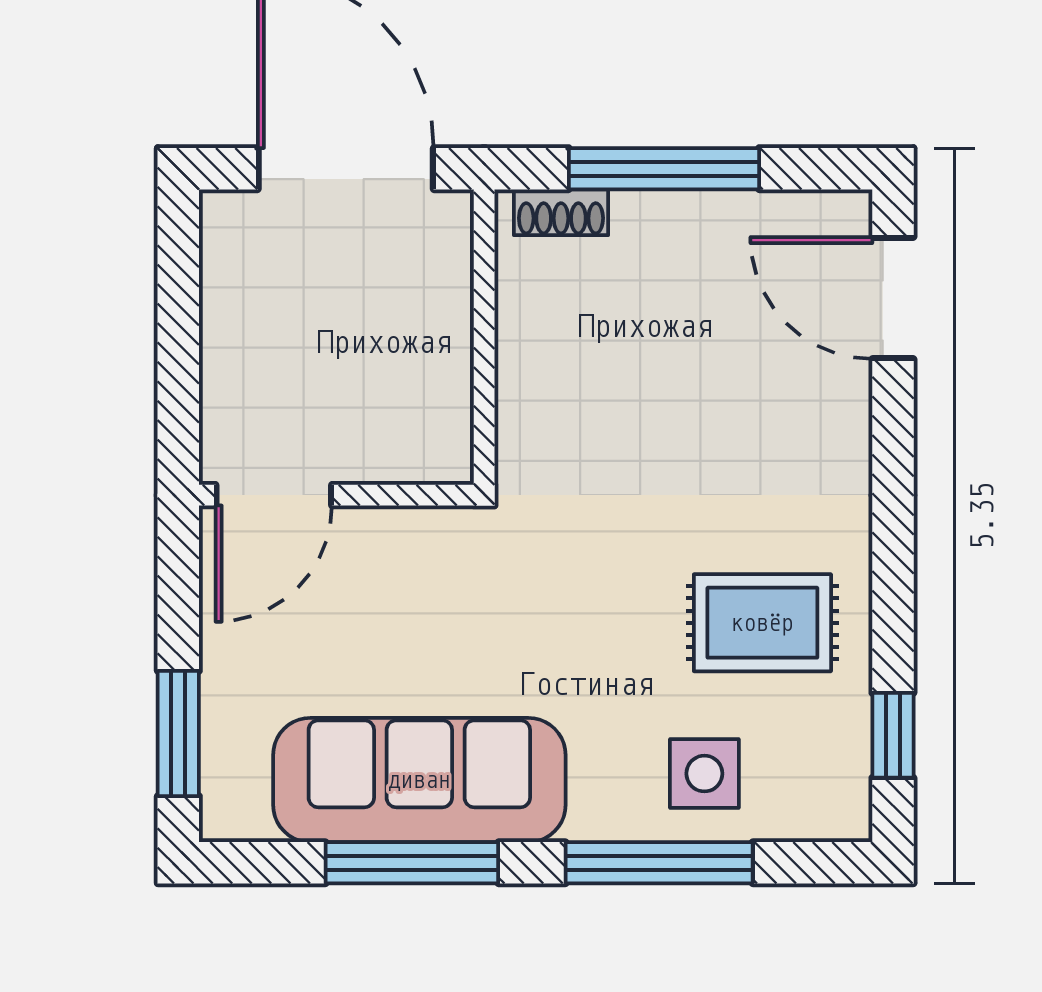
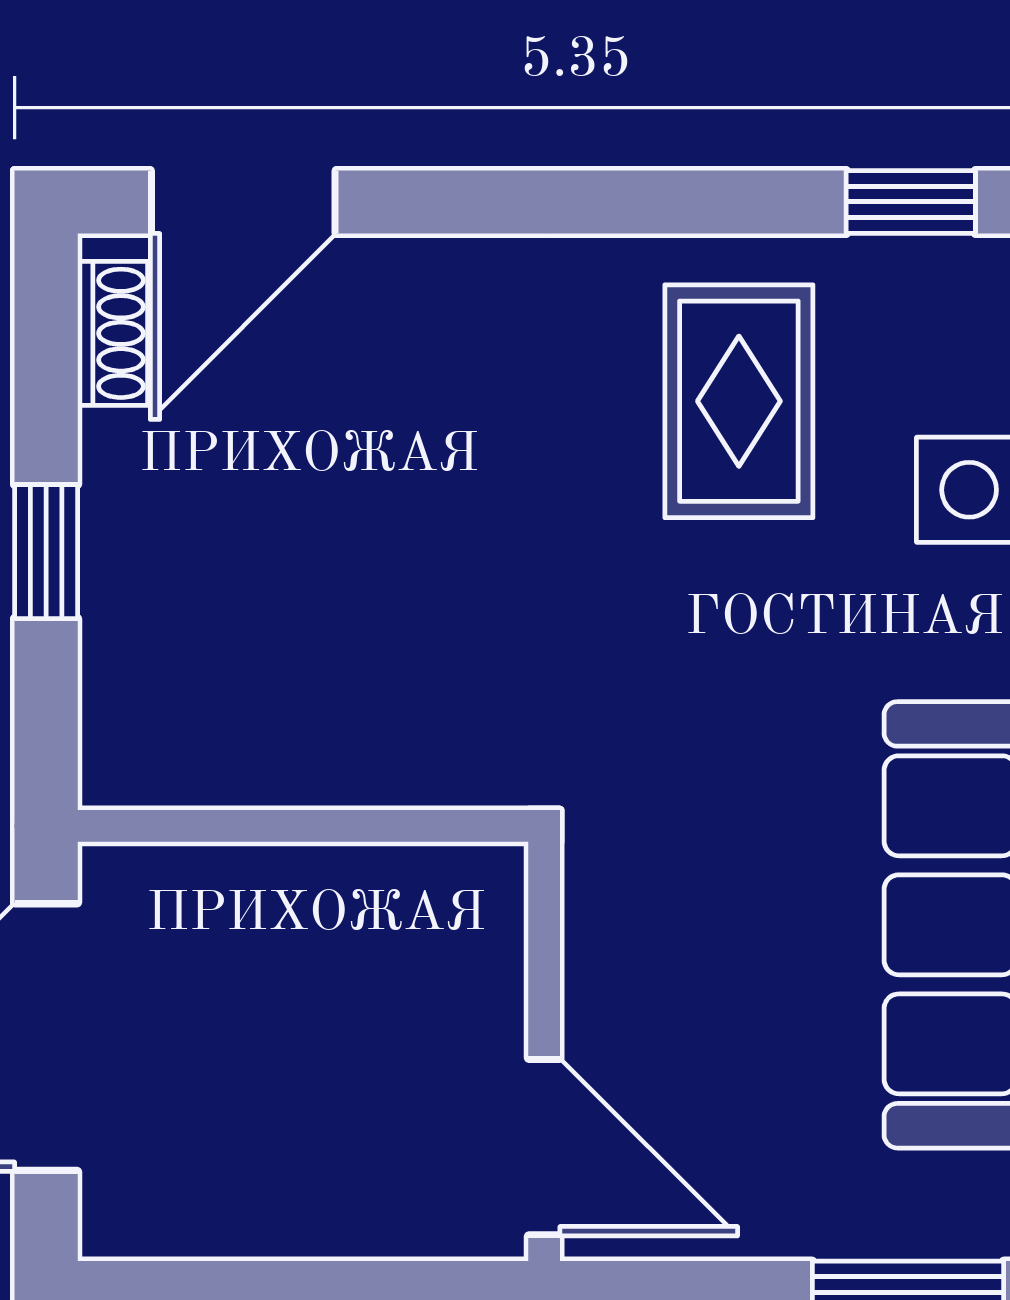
window: (664, 169) -> (46, 552), width x0.46
shoe rack: (561, 212) -> (113, 333), moved

